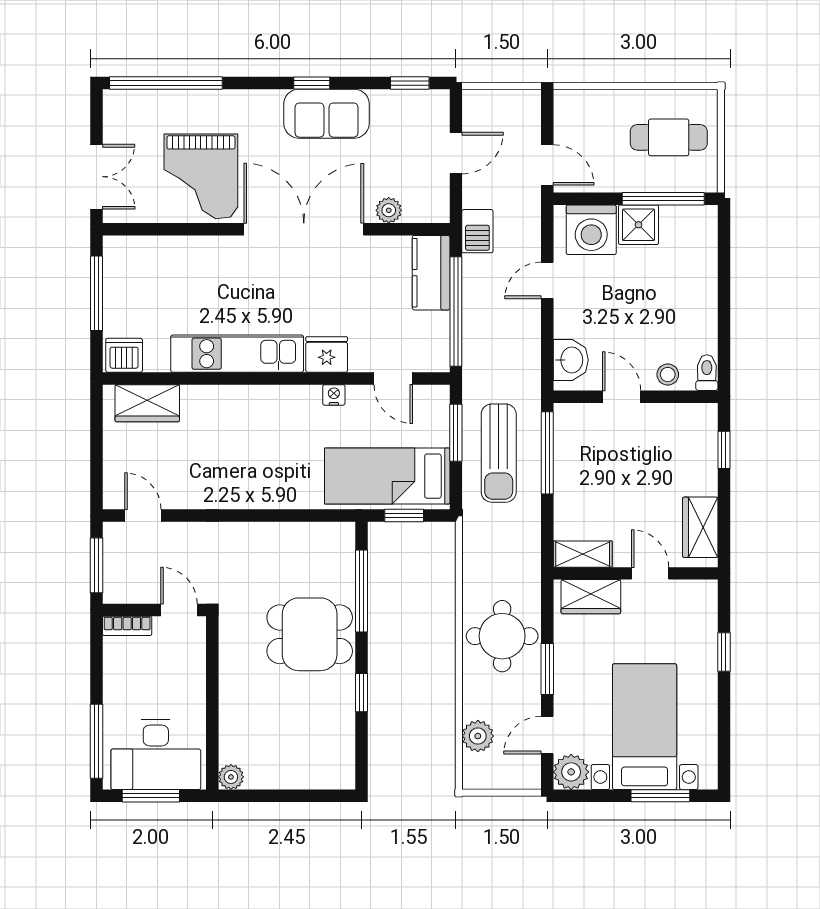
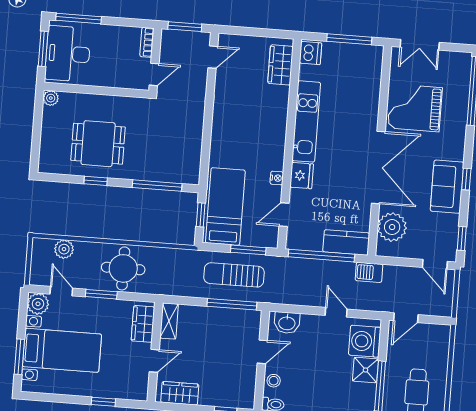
door: (456, 153) -> (435, 264), moved
plant: (389, 210) -> (392, 227), width x1.87, depth x1.87
dining table: (310, 634) -> (98, 144), moved, turned 90

